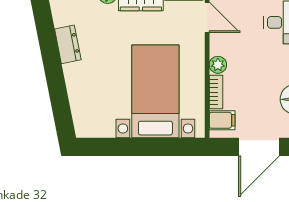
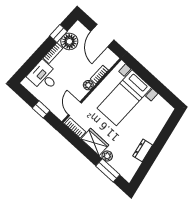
filing cabinet: (222, 120) -> (108, 61), removed
door: (259, 147) -> (102, 36), swing flipped

